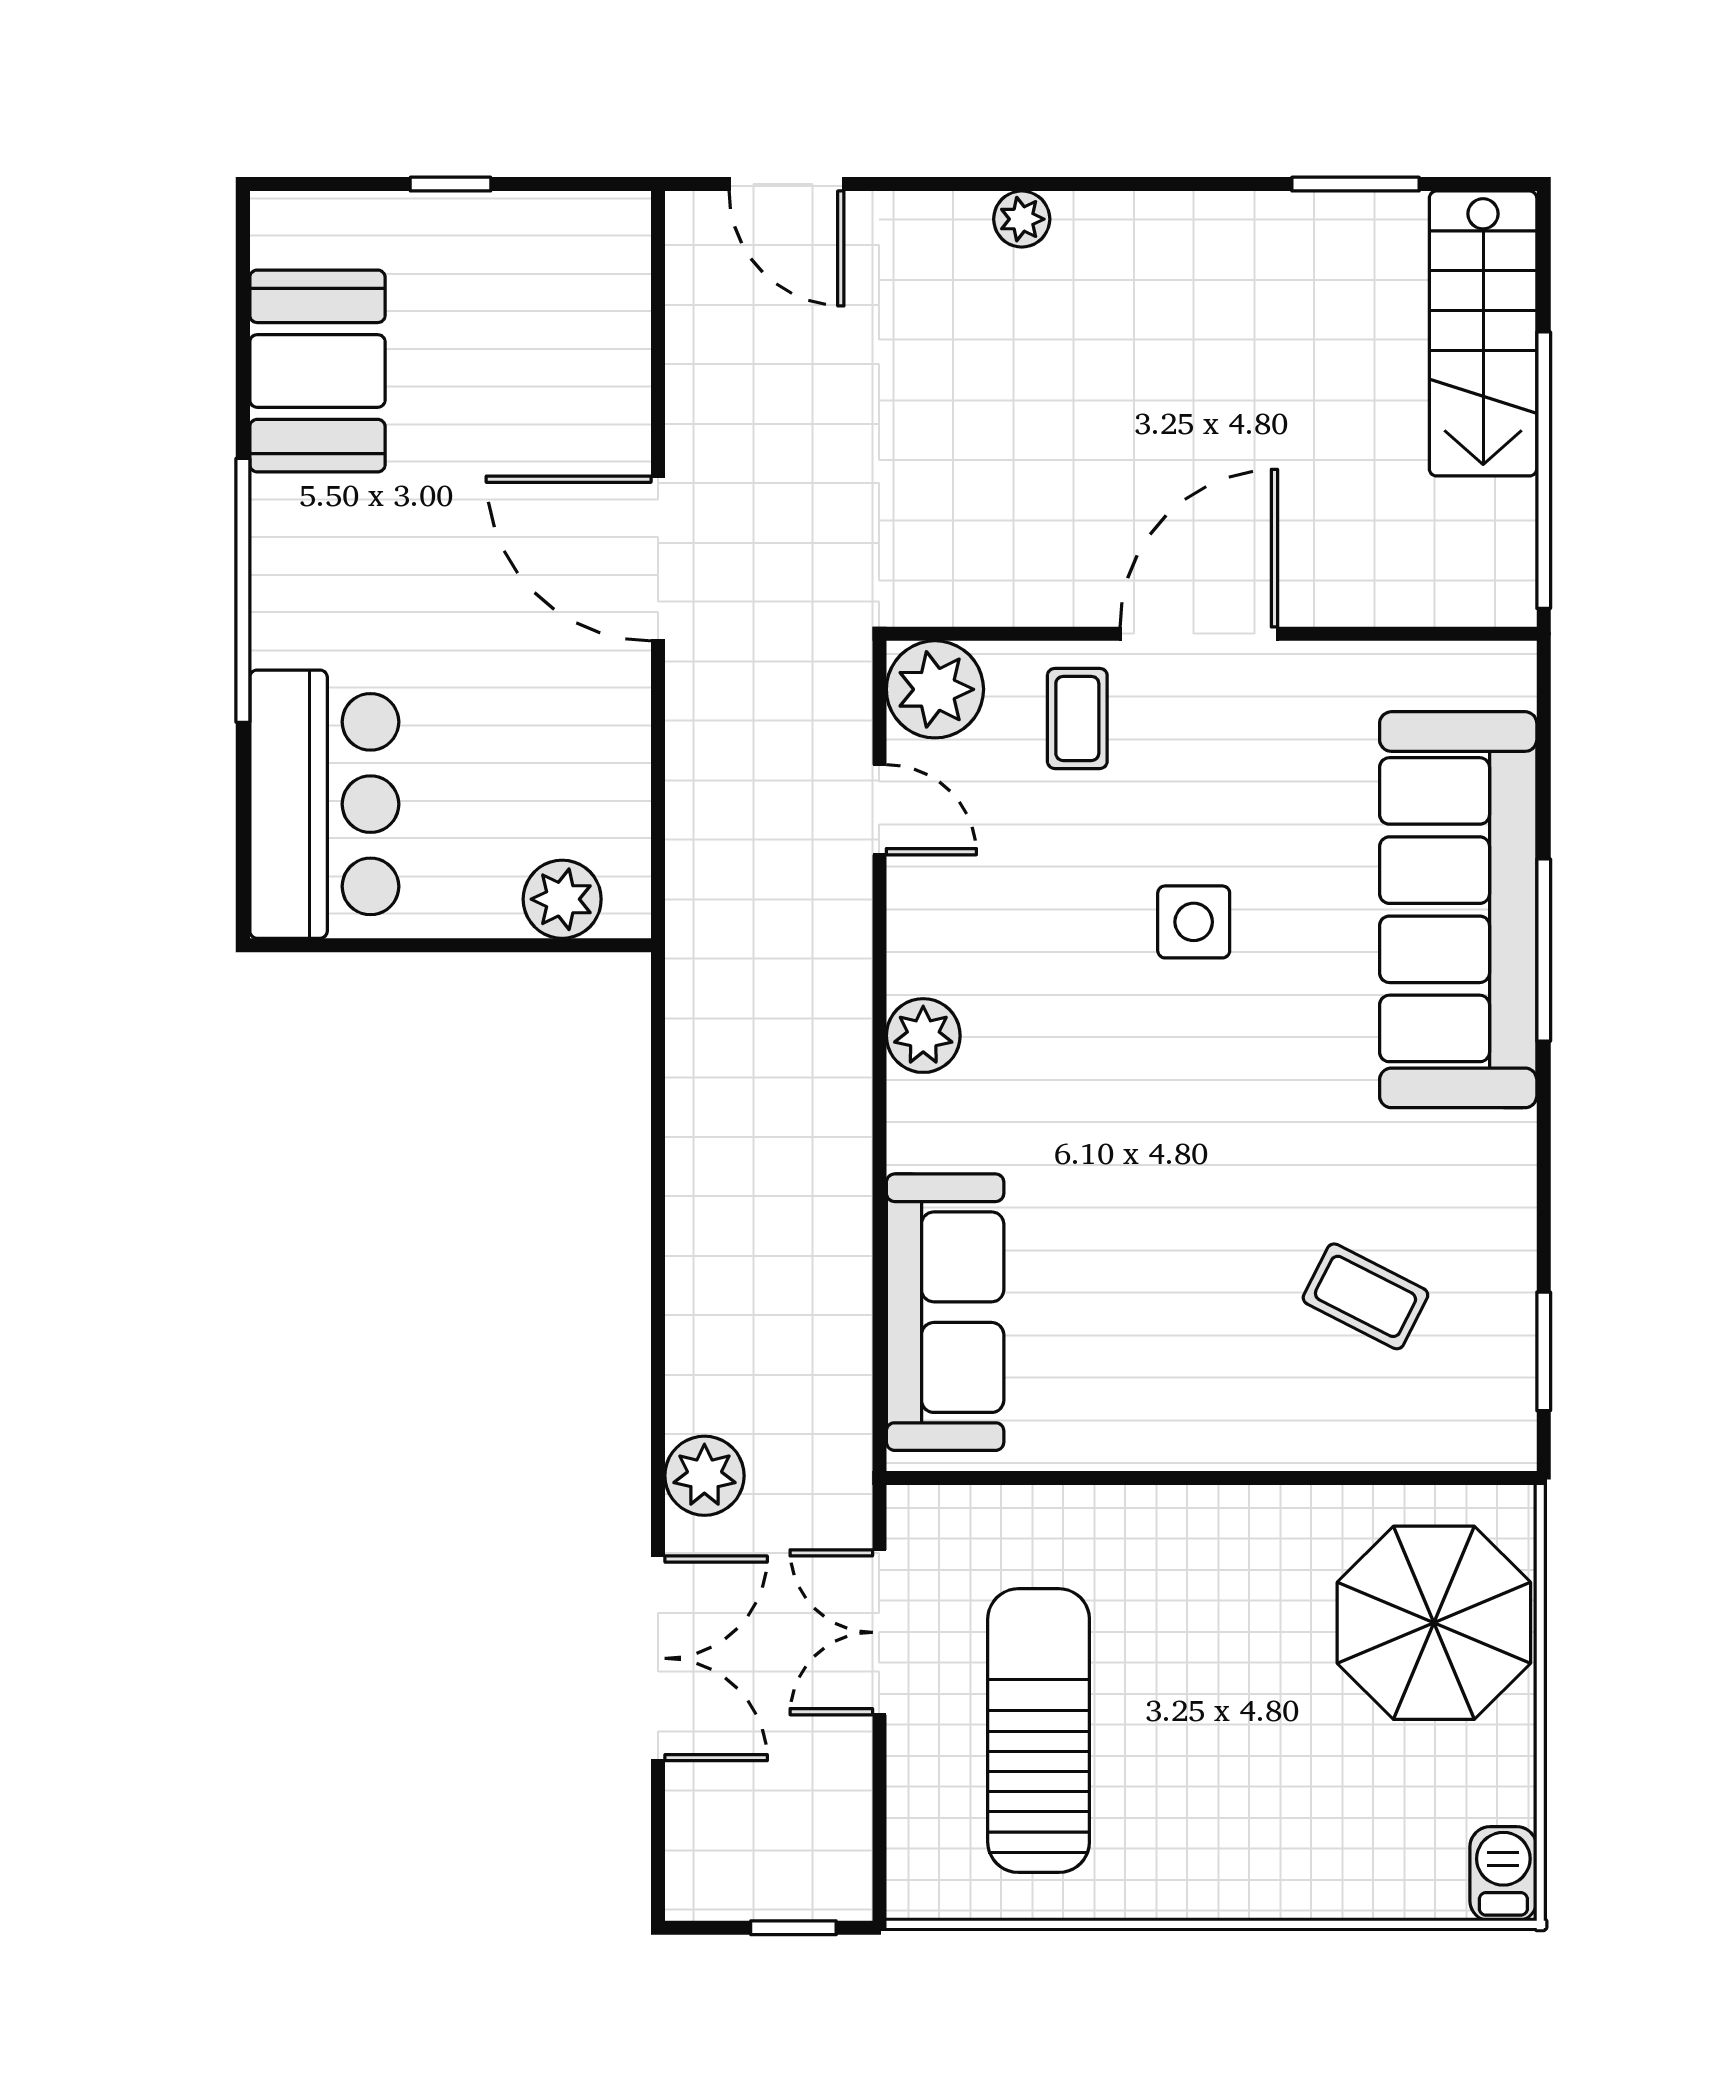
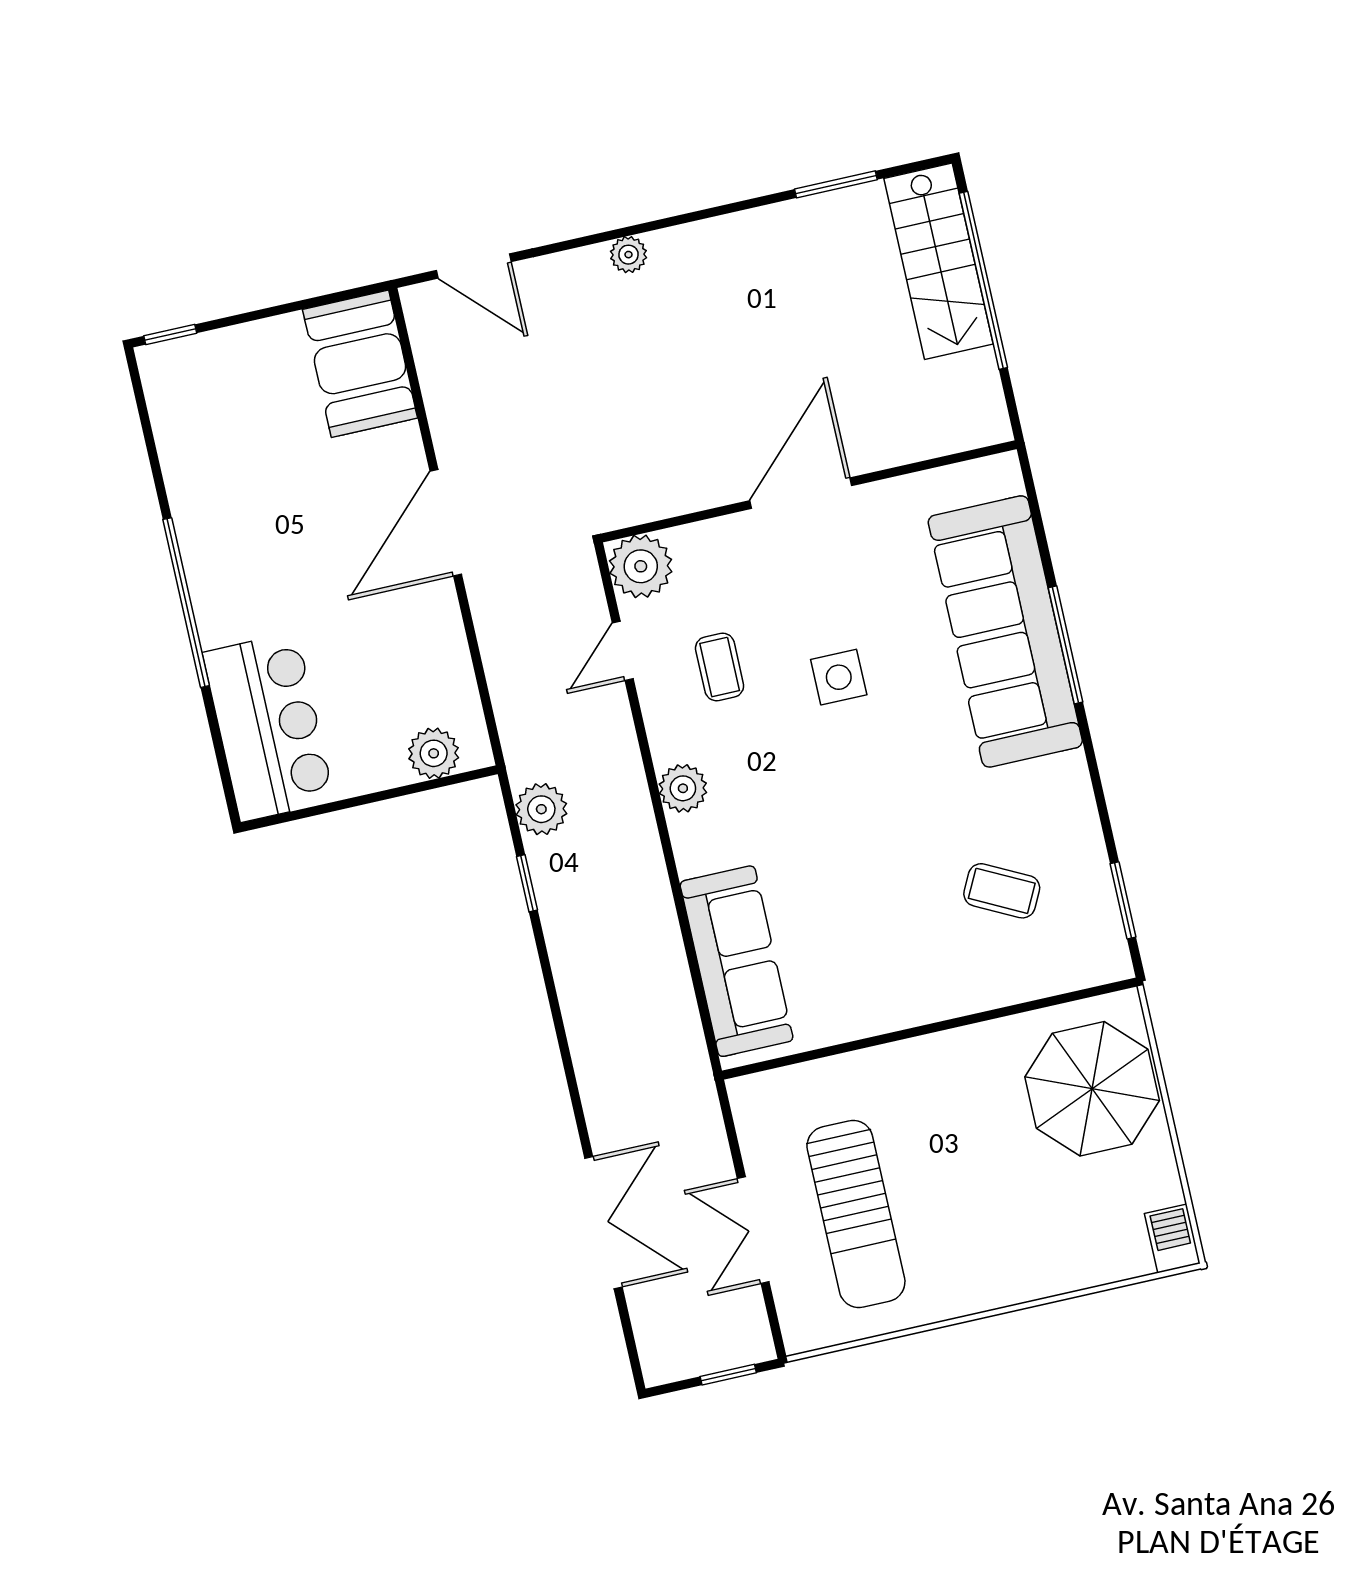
window: (450, 184) -> (170, 334), moved
booth: (317, 371) -> (360, 364), moved
window: (1544, 470) -> (983, 280), moved
door: (658, 559) -> (446, 523), hinge flipped
coffee table: (1077, 718) -> (720, 667), moved
door: (879, 810) -> (623, 651), swing flipped
window: (658, 1125) -> (527, 883), added
plant: (704, 1476) -> (541, 809), moved
double door: (879, 1632) -> (753, 1230), moved
sun lounger: (1039, 1731) -> (856, 1214), turned 180

